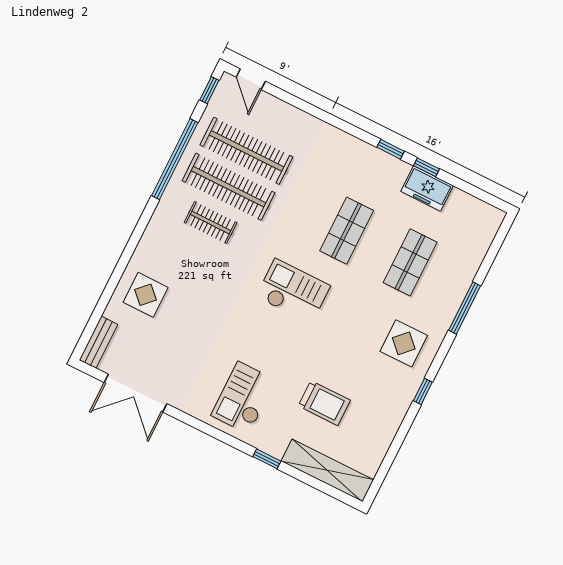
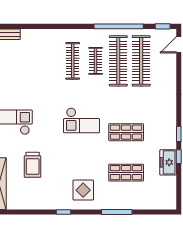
clothes rail: (193, 258) -> (73, 61), added
checkout: (293, 291) -> (81, 120), turned 90
display table: (146, 295) -> (42, 46), removed

